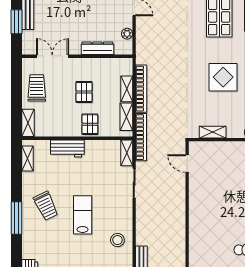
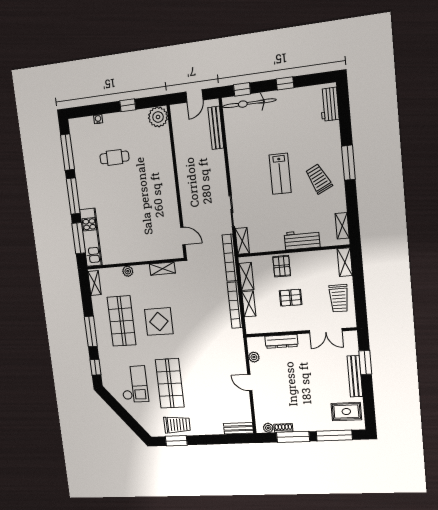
pallet: (84, 92) -> (291, 298), turned 90
stool: (117, 240) -> (242, 152), removed

